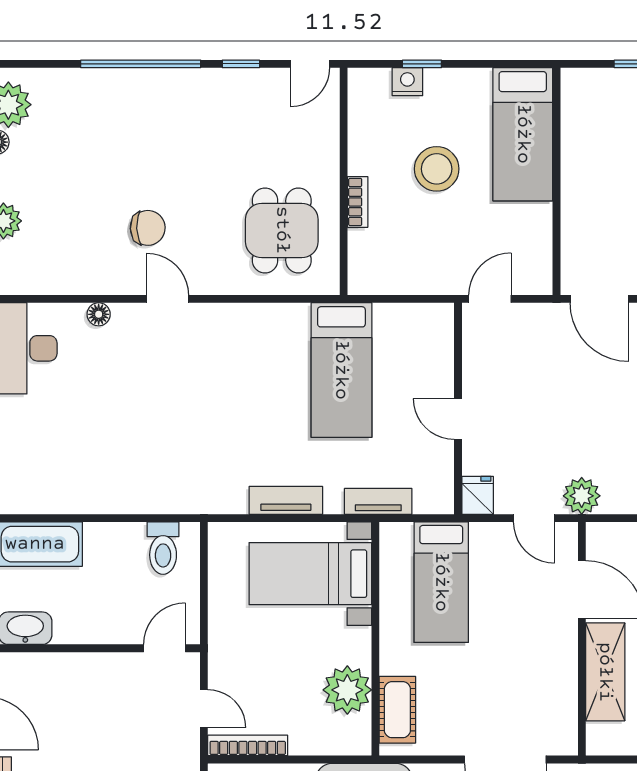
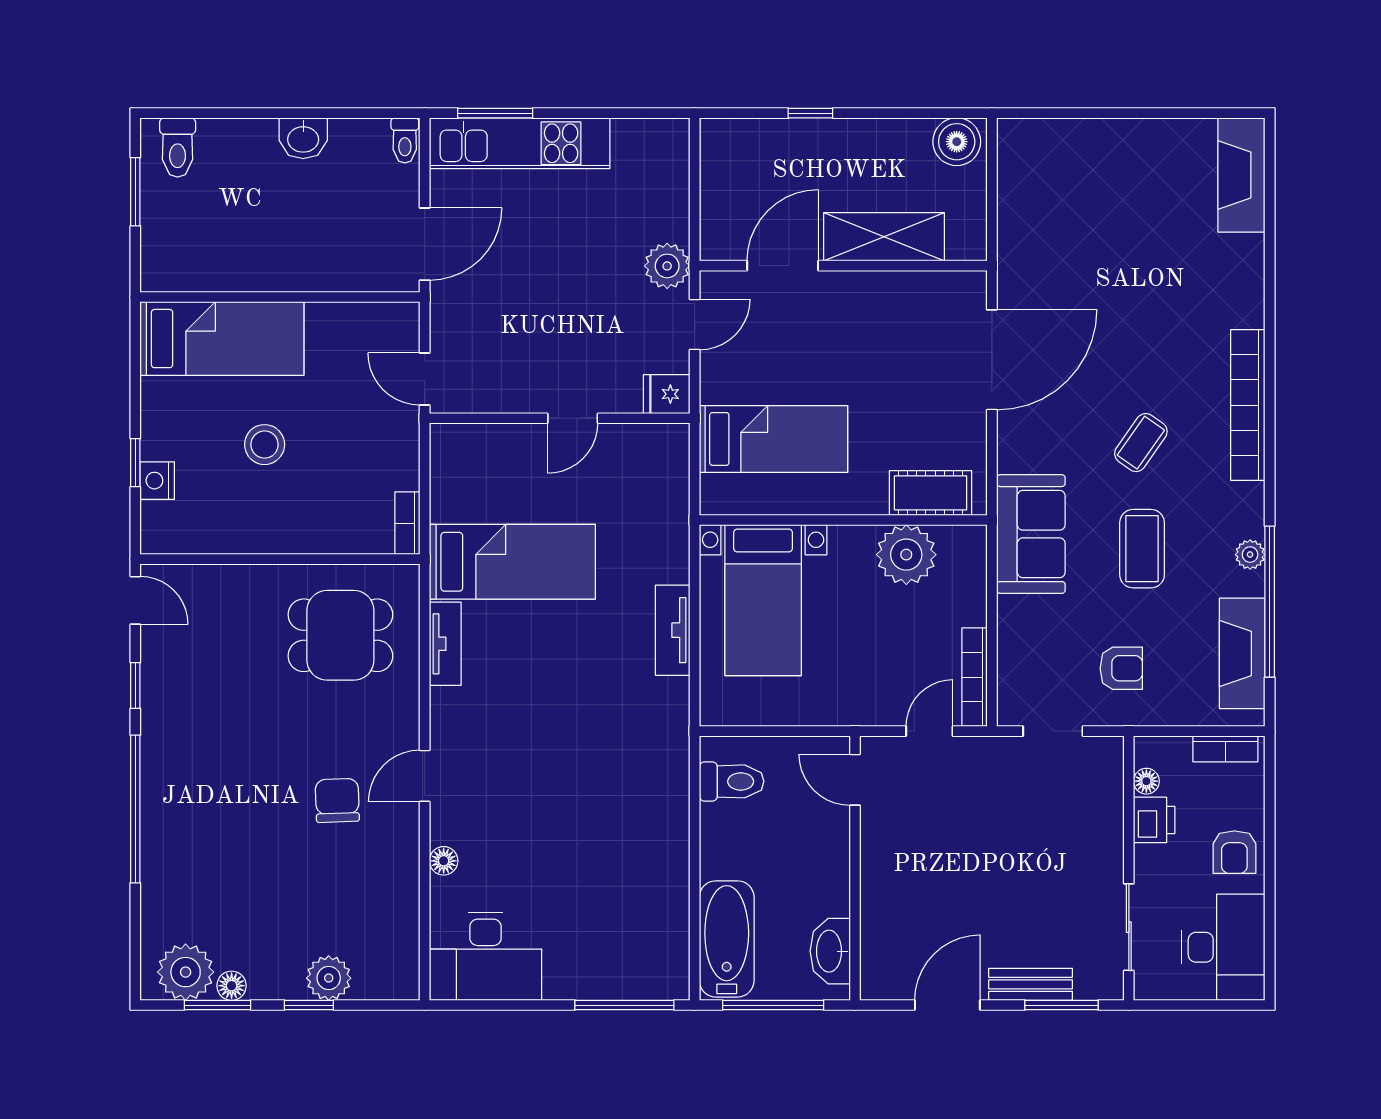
stool: (437, 169) -> (265, 445), width x0.73, depth x0.73
bookcase: (358, 202) -> (407, 523), moved, turned -90
tv unit: (378, 501) -> (445, 644), moved, turned 180

